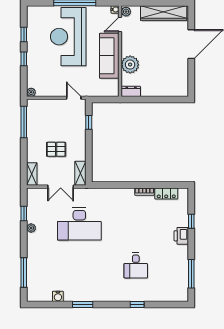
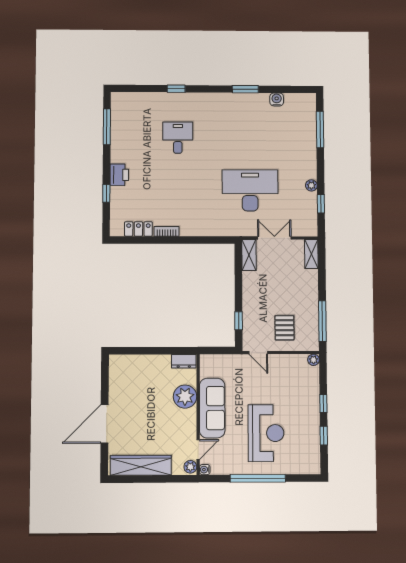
reception desk: (68, 37) -> (266, 433), width x0.74, depth x0.77
pallet: (56, 149) -> (284, 328), moved, turned 90

